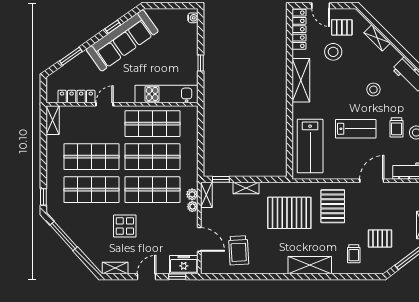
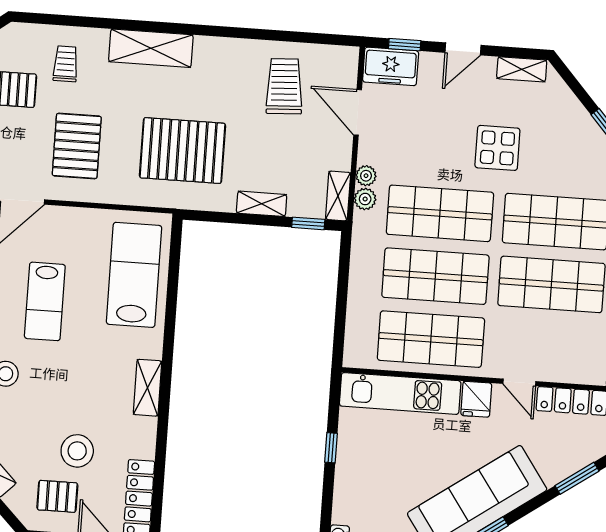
shelving: (301, 80) -> (148, 388), width x0.67, depth x0.75
fridge: (126, 94) -> (476, 399), added
door: (105, 104) -> (519, 382), hinge flipped
lab bench: (356, 129) -> (45, 301), turned -90
pallet: (333, 206) -> (77, 146), moved

